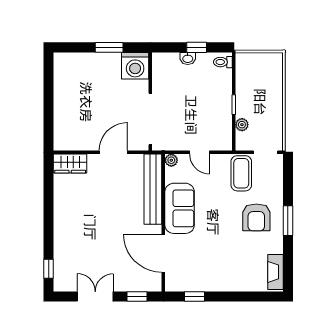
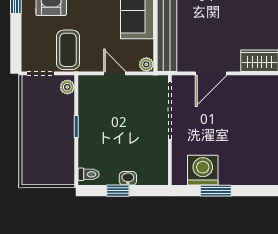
washing machine: (135, 66) -> (203, 170), moved
plant: (242, 125) -> (67, 87), moved

